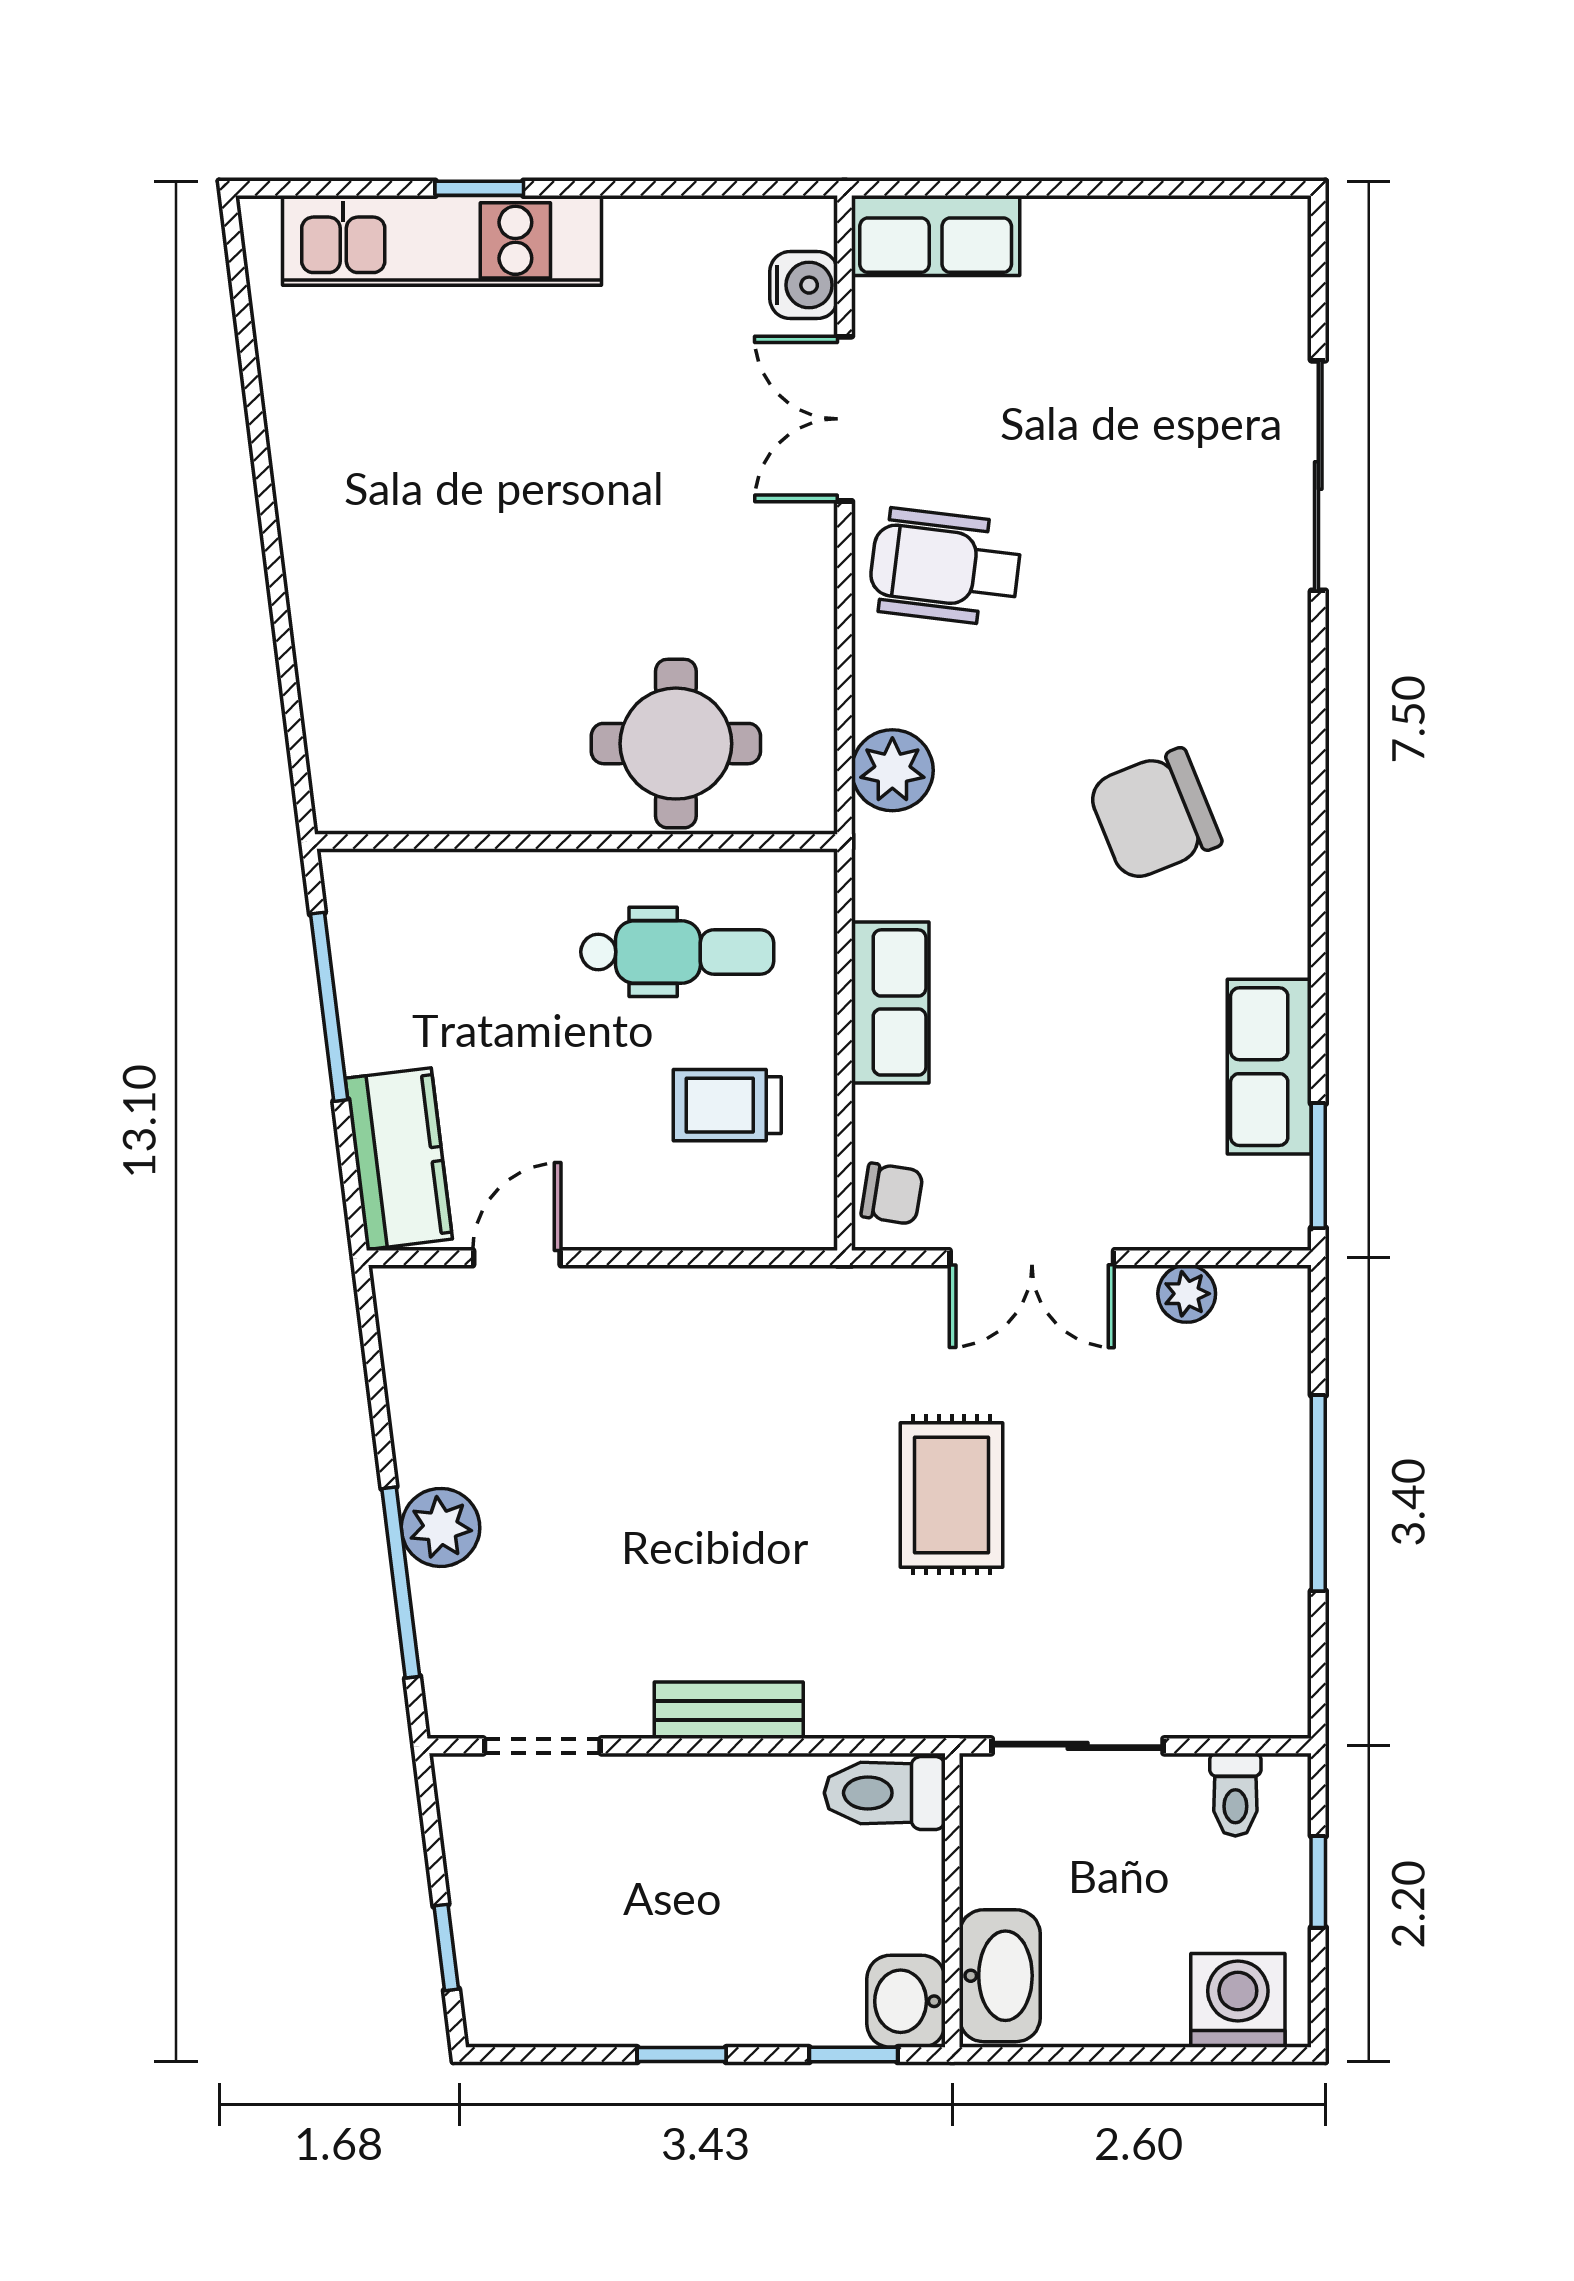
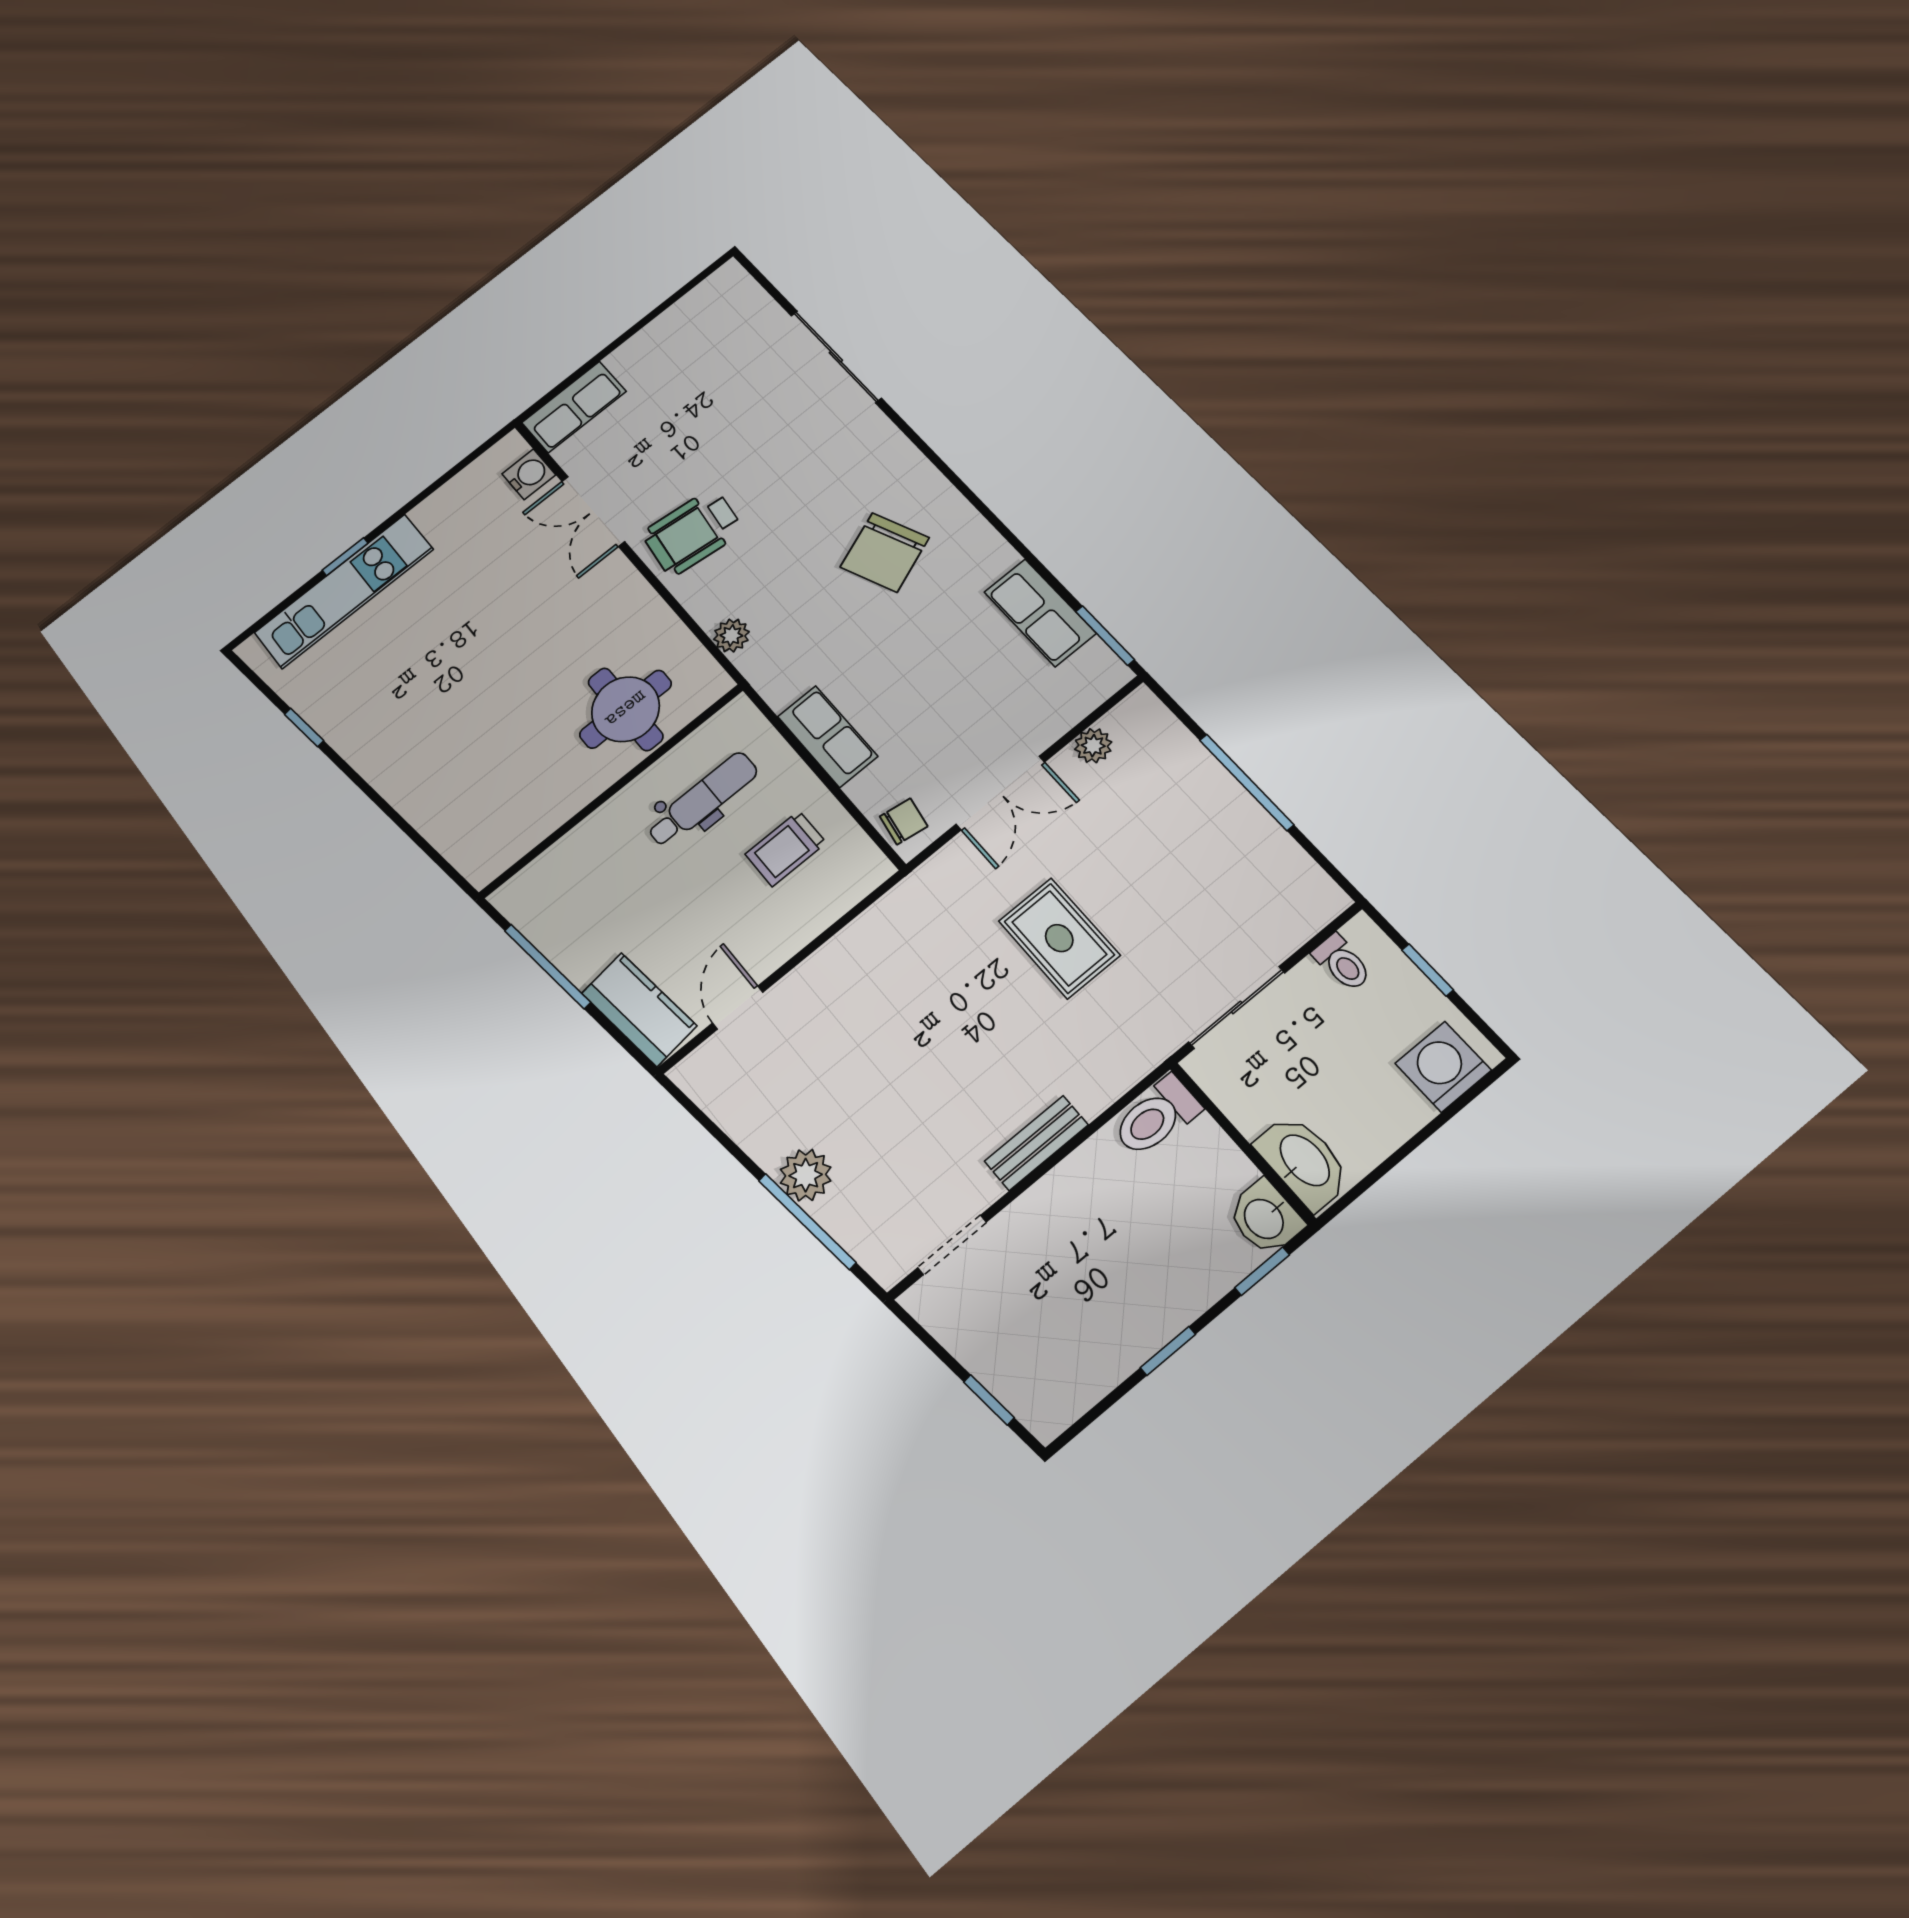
window: (254, 400) -> (304, 727), added
plant: (892, 770) -> (731, 635), width x0.73, depth x0.73

